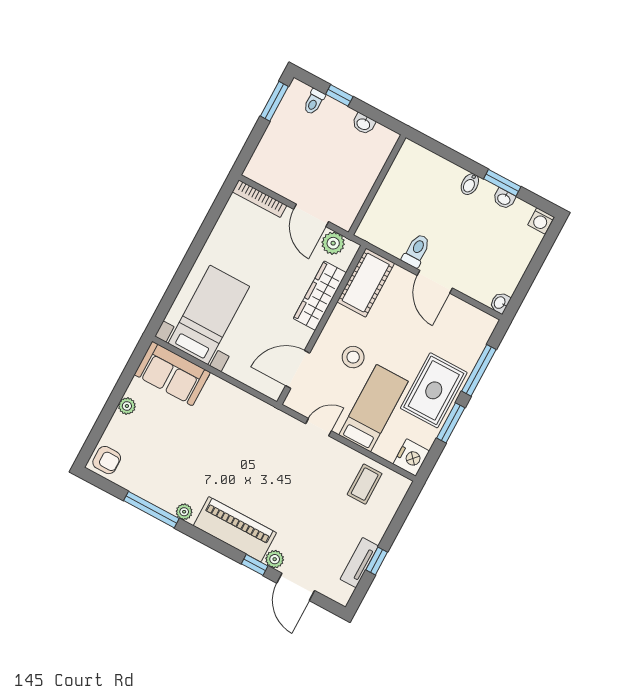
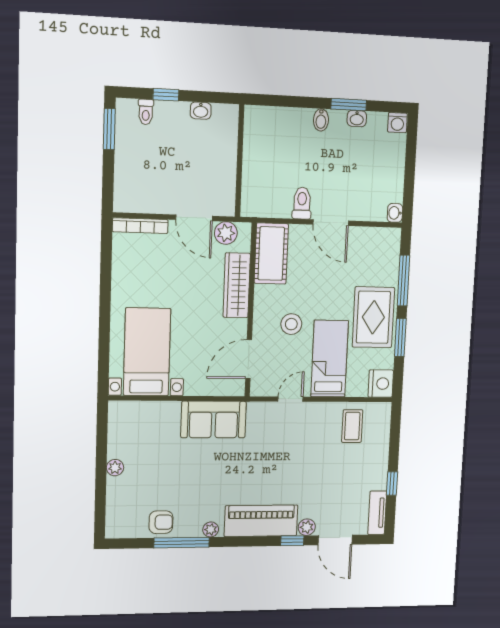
sofa: (172, 374) -> (214, 420), moved
armchair: (107, 460) -> (161, 522), moved
tv unit: (359, 563) -> (377, 513), moved

